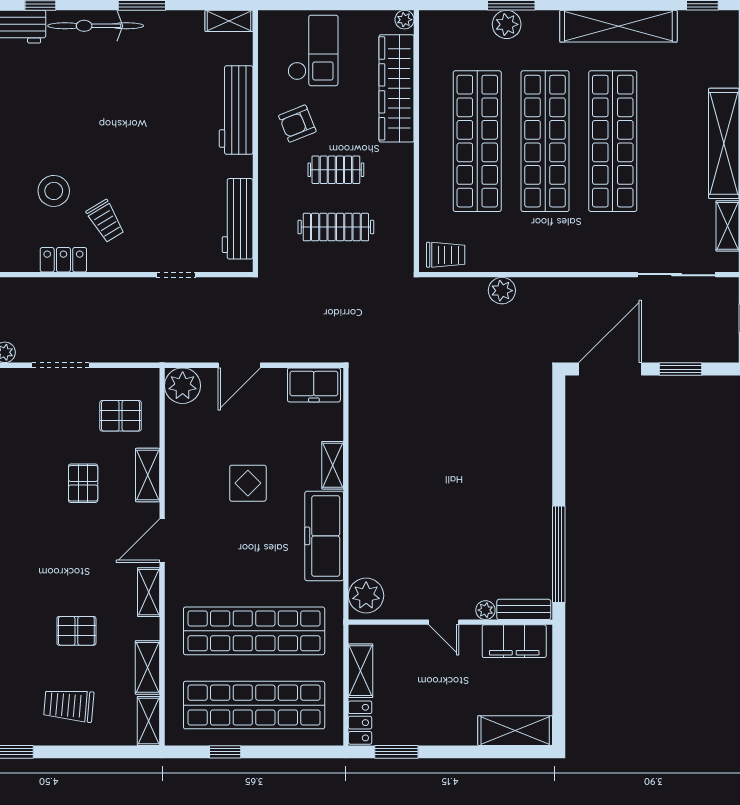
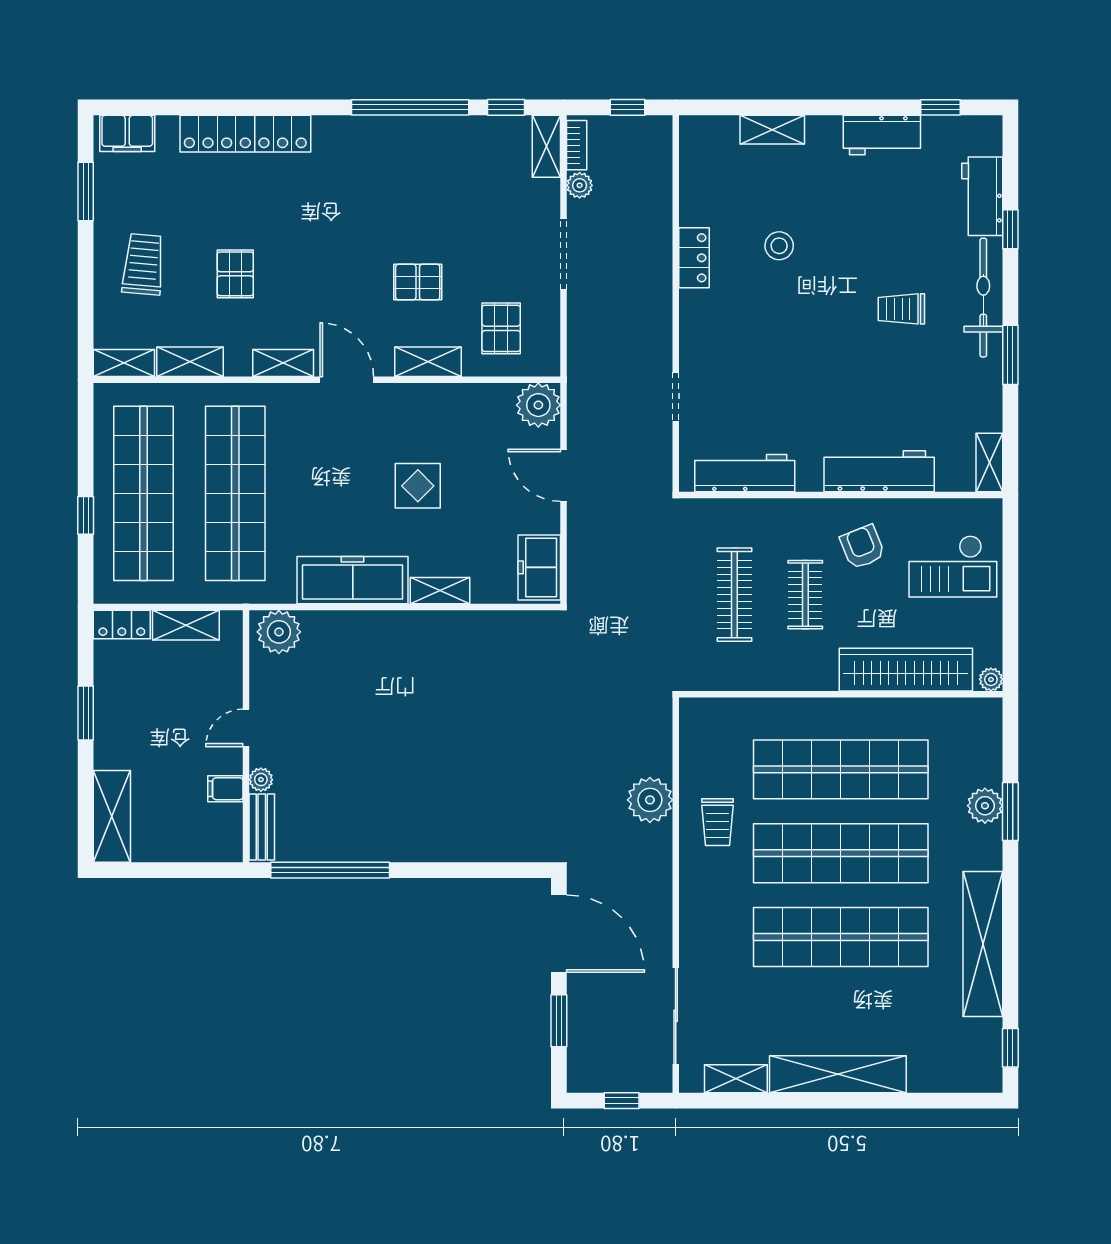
stool: (54, 191) -> (779, 246), width x0.73, depth x0.73
trolley: (106, 221) -> (901, 309), moved, turned 31
trolley: (446, 255) -> (717, 822), moved
plant: (502, 291) -> (650, 800), width x1.36, depth x1.36
filing cabinet: (514, 641) -> (225, 789), width x0.33, depth x0.86
window: (225, 752) -> (86, 515), moved
window: (396, 752) -> (86, 713), moved

